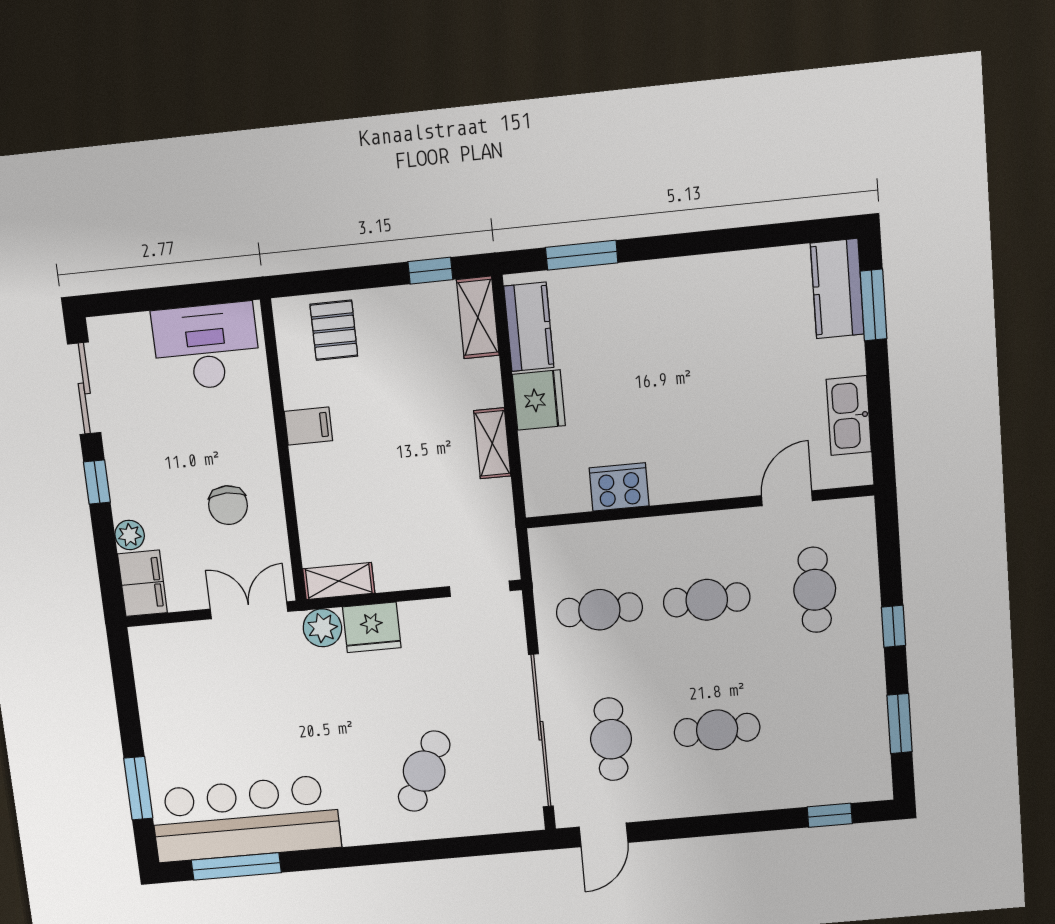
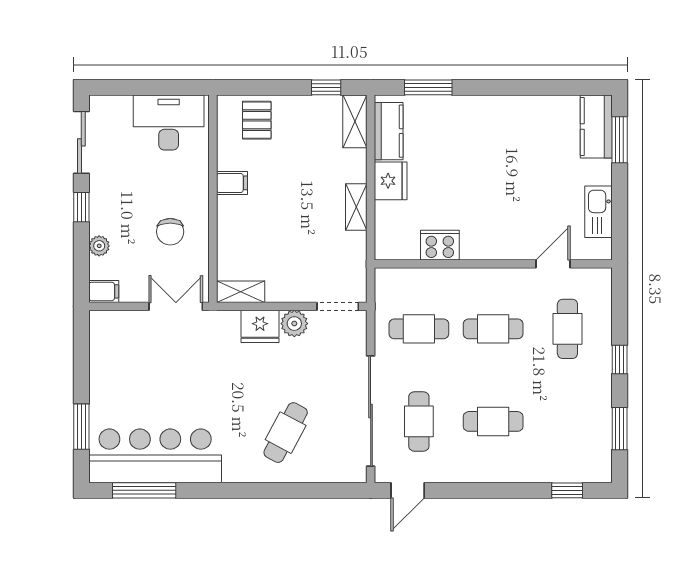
filing cabinet: (142, 583) -> (104, 291), width x0.50
plant: (322, 628) -> (294, 324), moved

